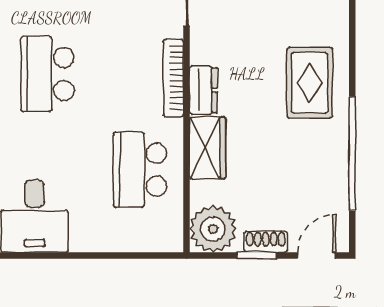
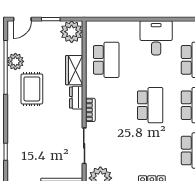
bookcase: (173, 78) -> (90, 110), width x0.64
rug: (310, 83) -> (32, 89), moved
plant: (331, 166) -> (15, 61), added
shoe rack: (266, 242) -> (47, 26), removed

